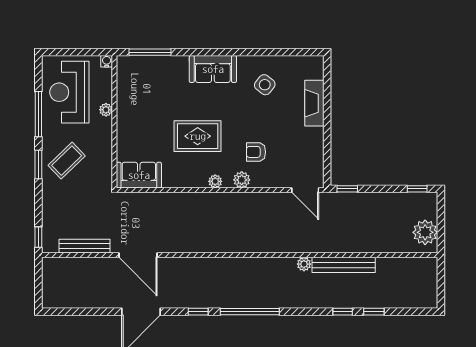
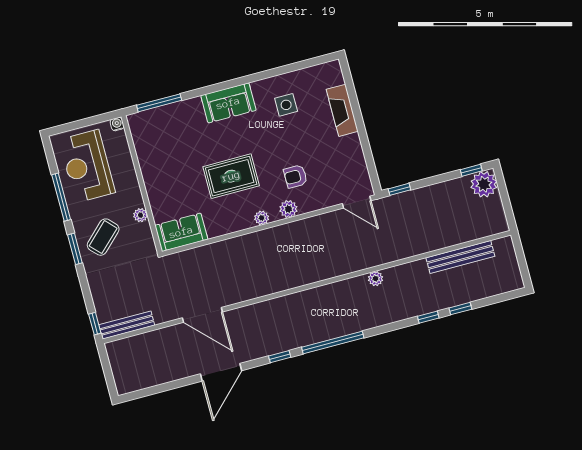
side table: (265, 85) -> (286, 105), turned -38
plant: (106, 110) -> (140, 215), moved
plant: (425, 232) -> (484, 184), moved
bench: (85, 246) -> (127, 325), moved
bench: (344, 265) -> (460, 257), moved

